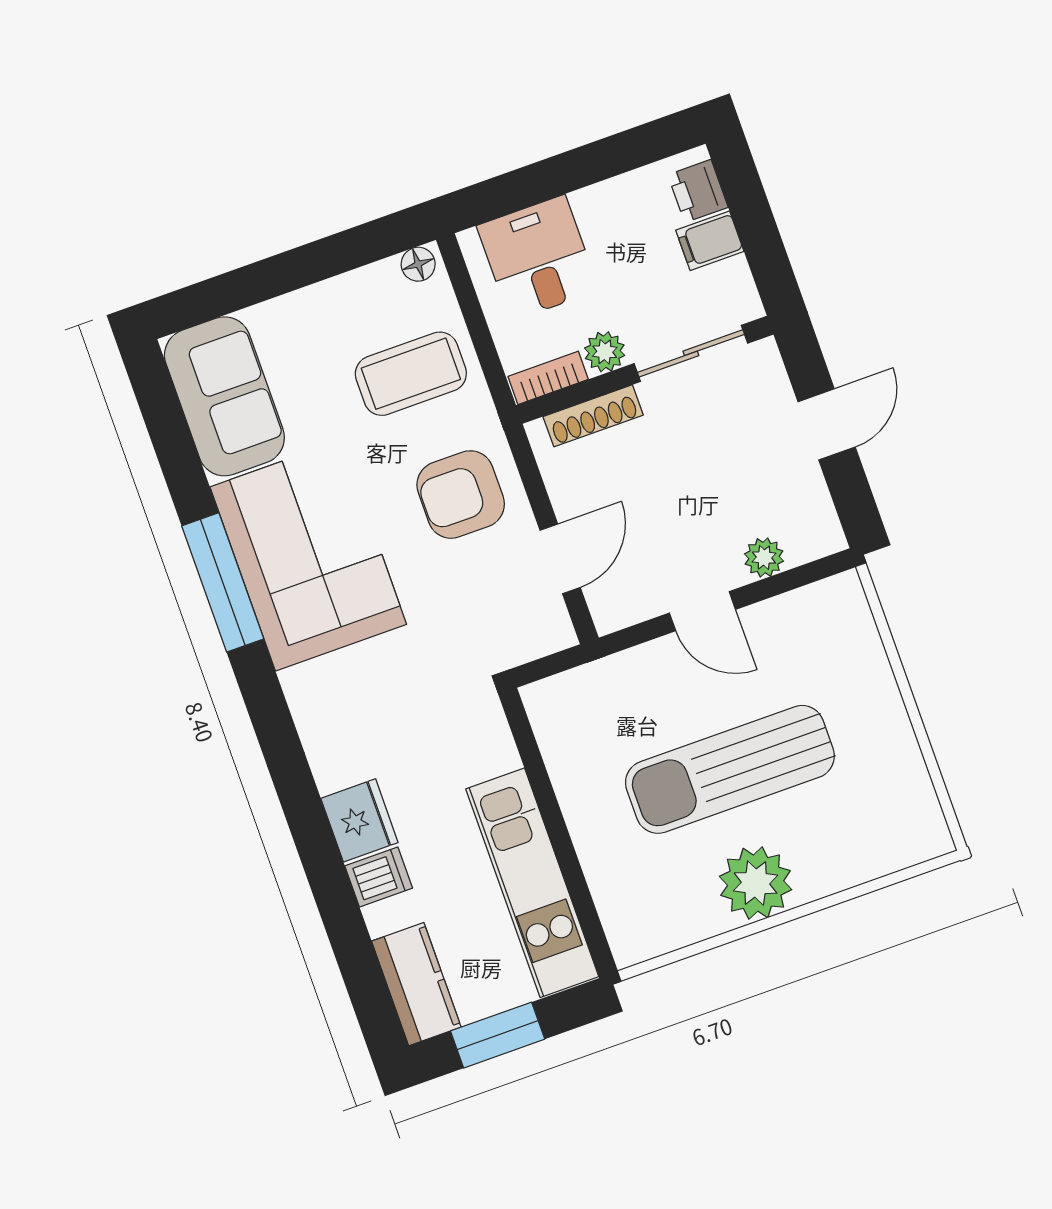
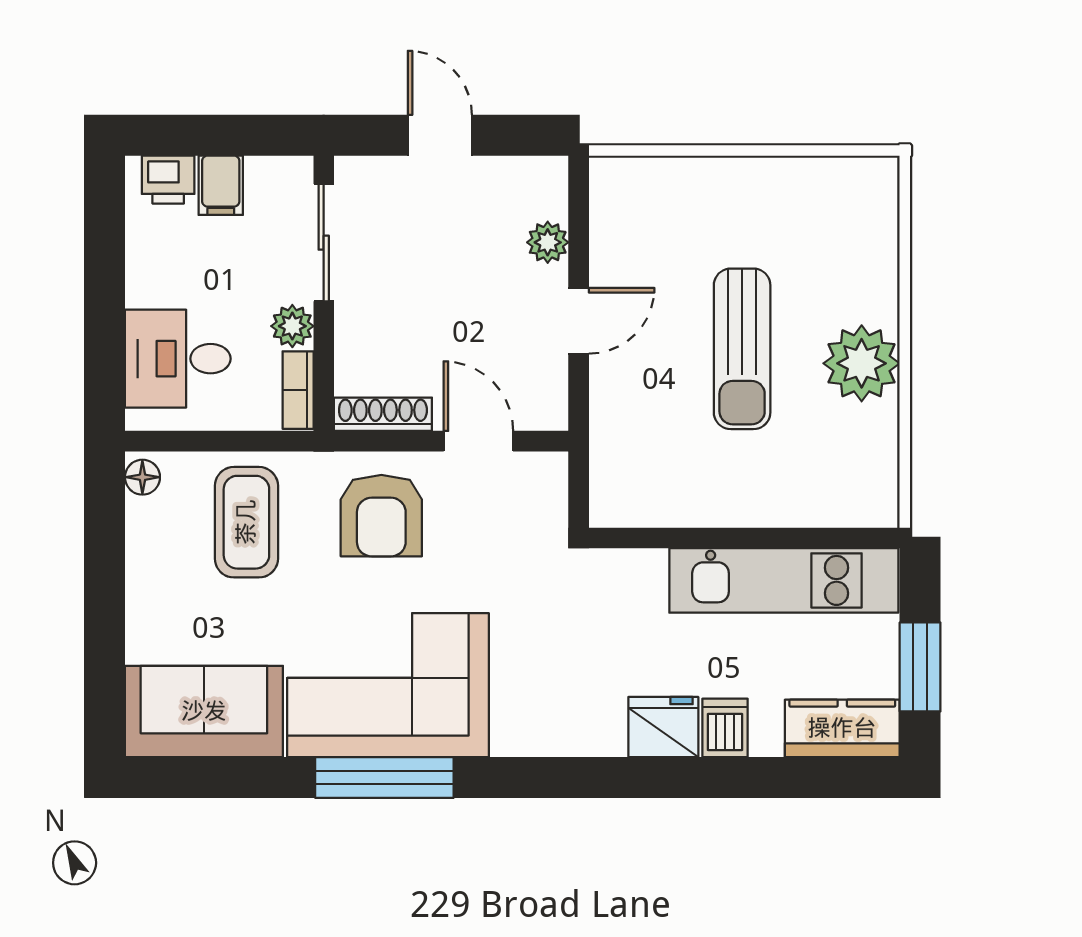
shoe rack: (593, 416) -> (383, 414), moved, turned -90
sun lounger: (730, 769) -> (742, 349), width x0.73, depth x0.75

